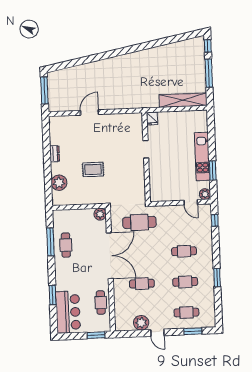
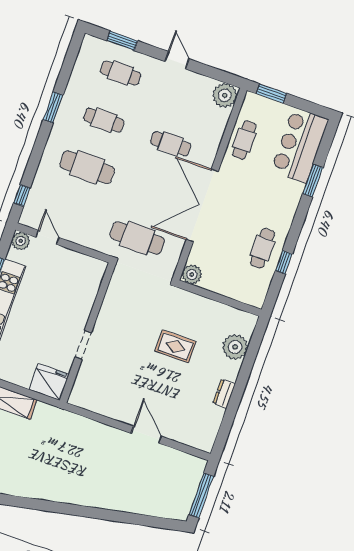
door: (89, 112) -> (146, 435), swing flipped
fridge: (152, 118) -> (49, 382), width x1.88, depth x1.34
window: (50, 242) -> (284, 262), width x0.46
cafe table: (184, 251) -> (87, 167), width x1.37, depth x1.35
plant: (141, 323) -> (225, 95), moved

